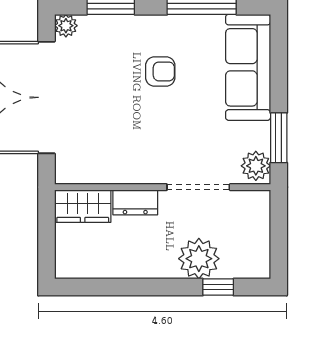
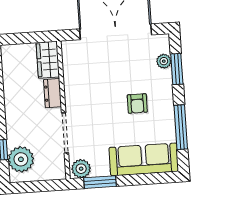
plant: (66, 26) -> (164, 61), moved
plant: (199, 259) -> (21, 159), moved

